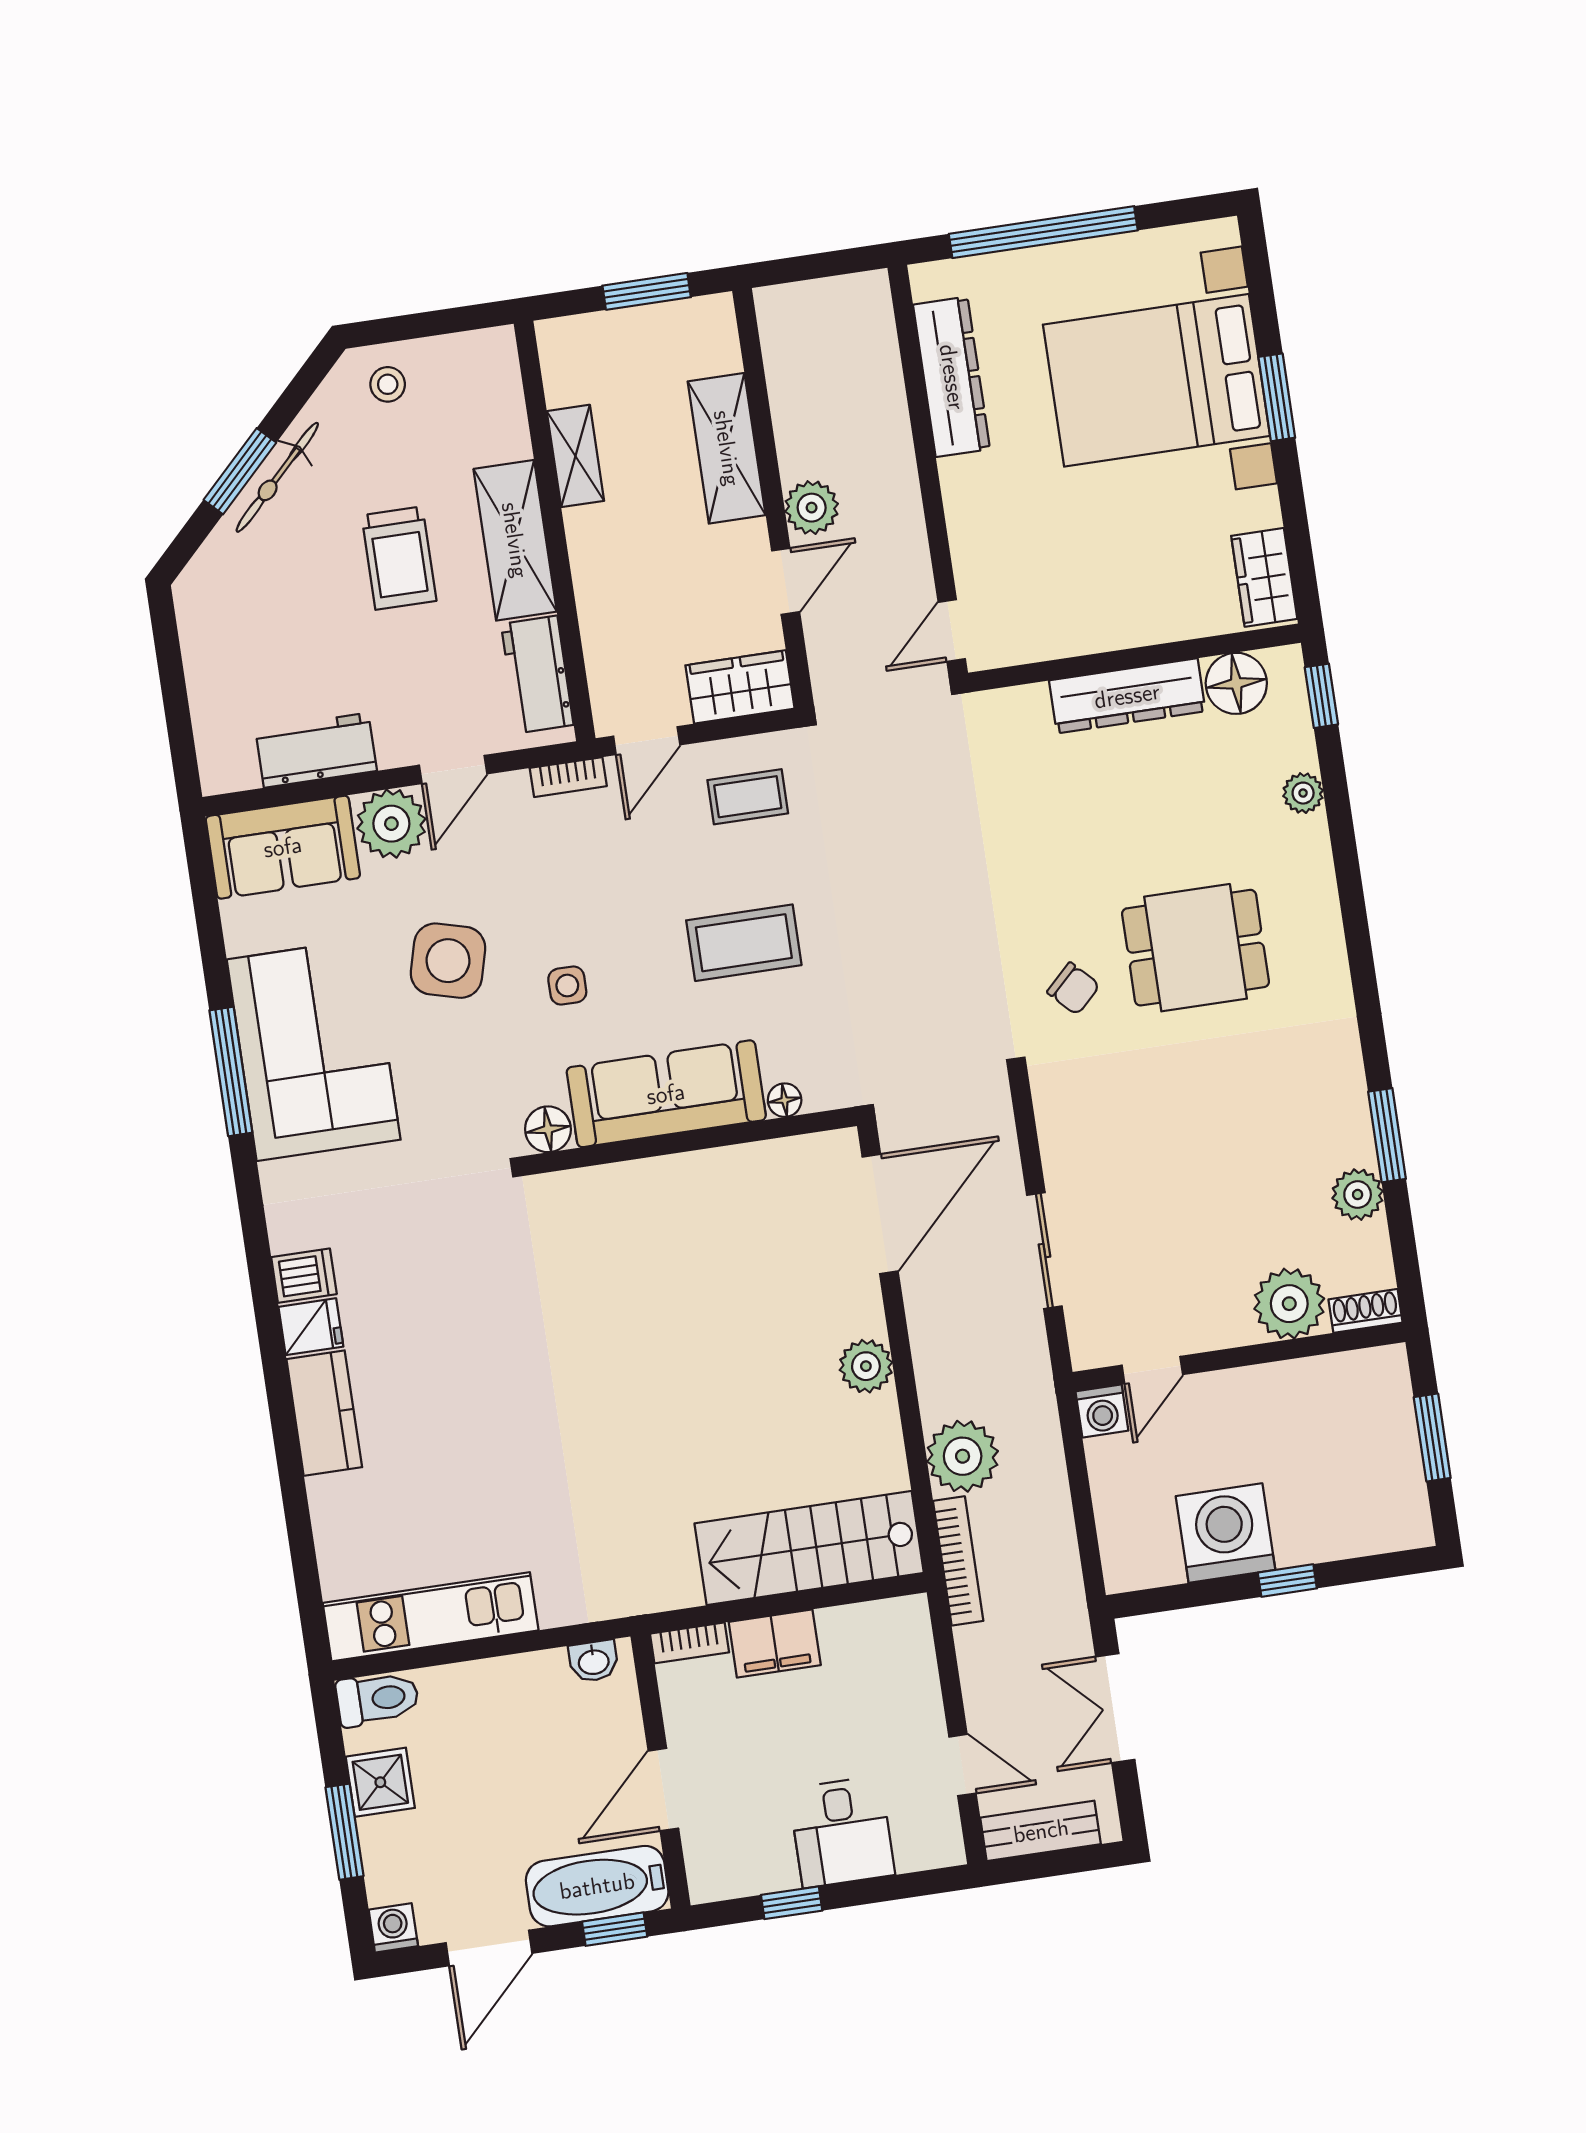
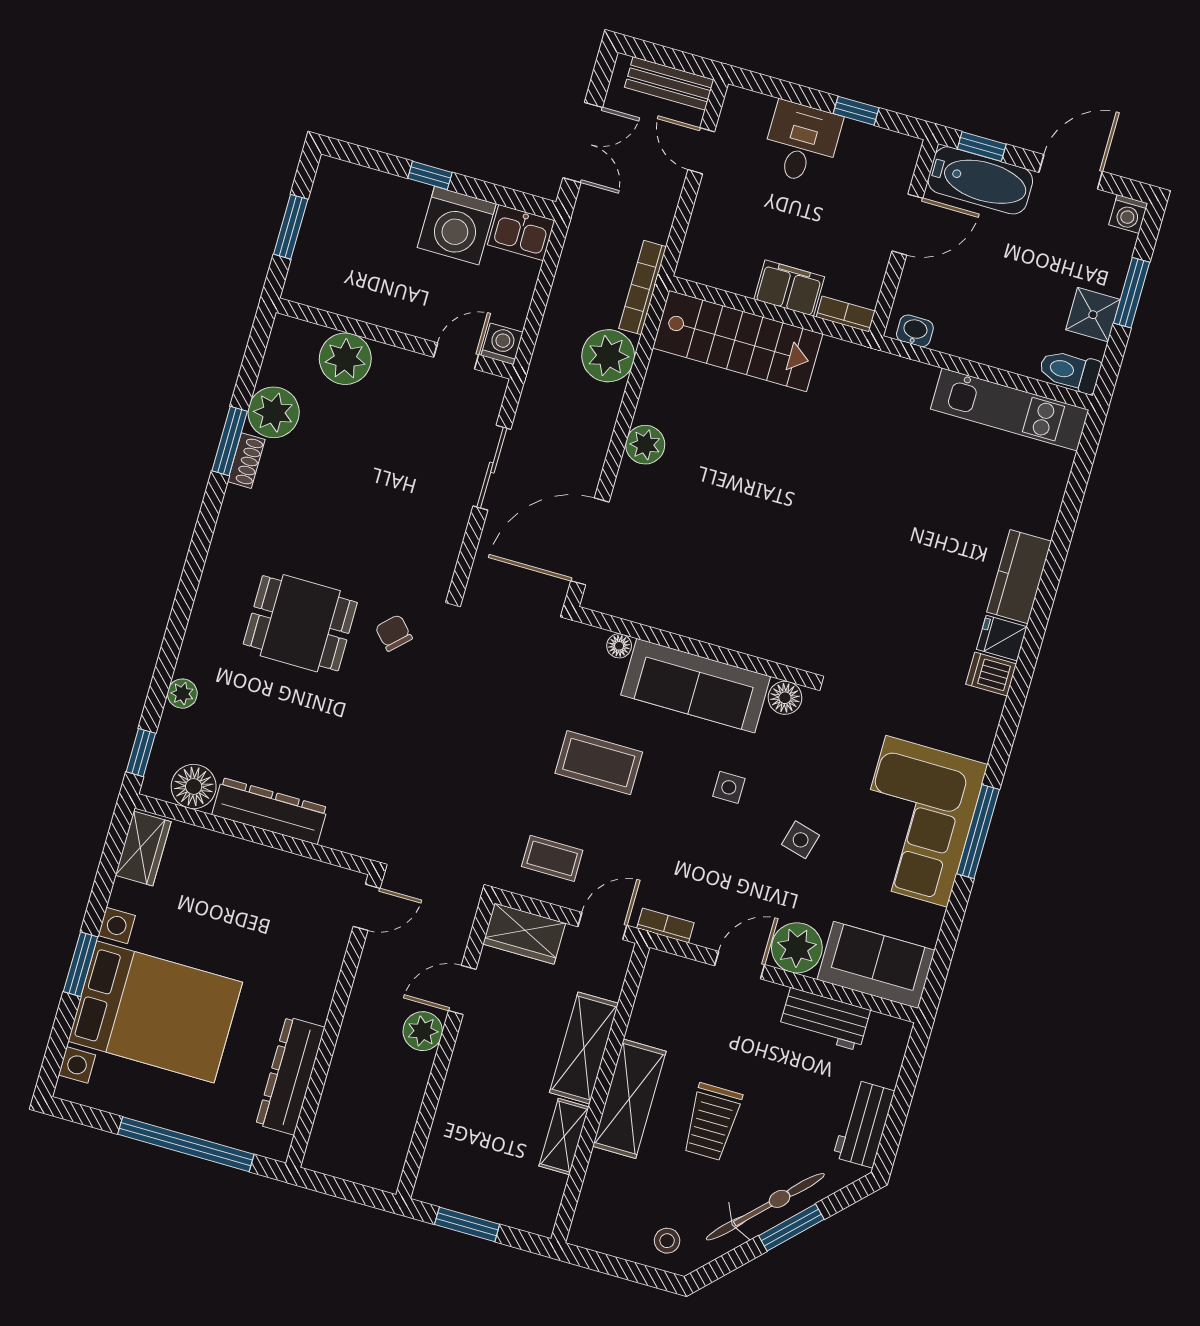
shelving: (727, 448) -> (584, 1048), moved
bicycle: (277, 477) -> (765, 1207), width x1.37, depth x1.40
trolley: (399, 558) -> (712, 1122), turned 180
workbench: (537, 674) -> (864, 1124), moved, turned 180
side table: (448, 961) -> (801, 840), width x0.54, depth x0.54
plant: (1358, 1195) -> (274, 412), width x1.36, depth x1.36
shoe rack: (1365, 1311) -> (246, 461), moved, turned -90
kitchen sink: (1141, 1561) -> (521, 233), added

